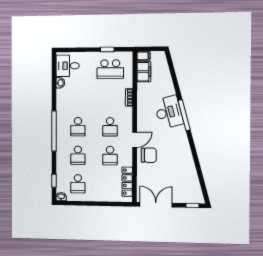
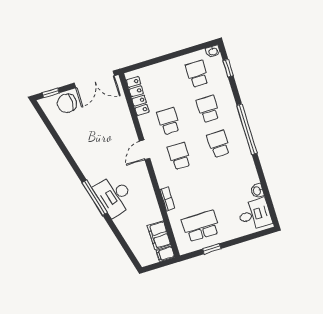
chair: (149, 155) -> (67, 103), moved

